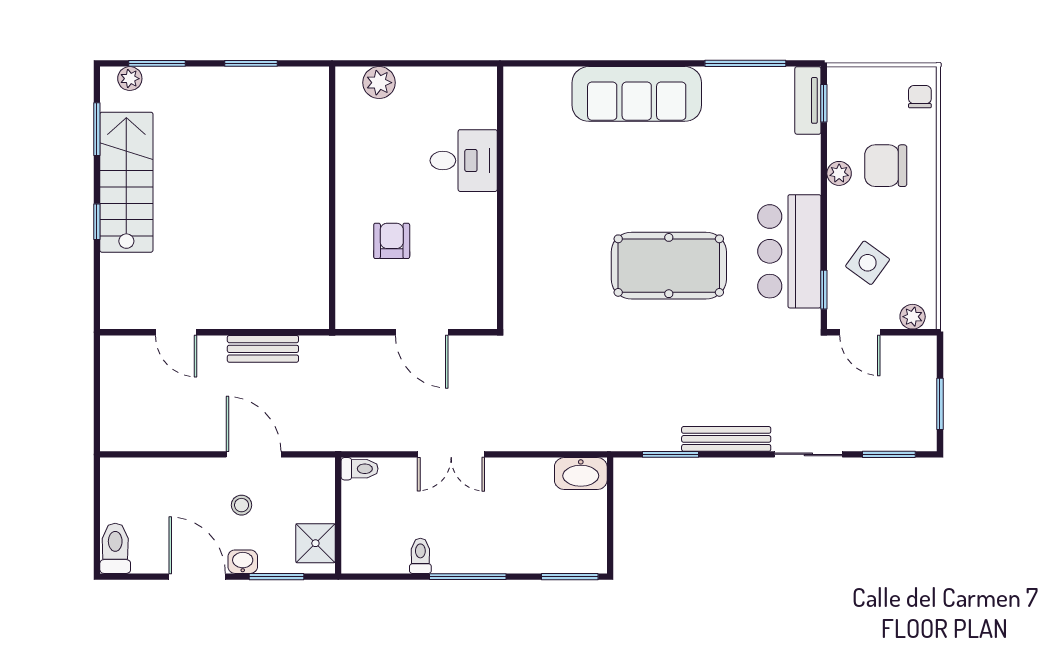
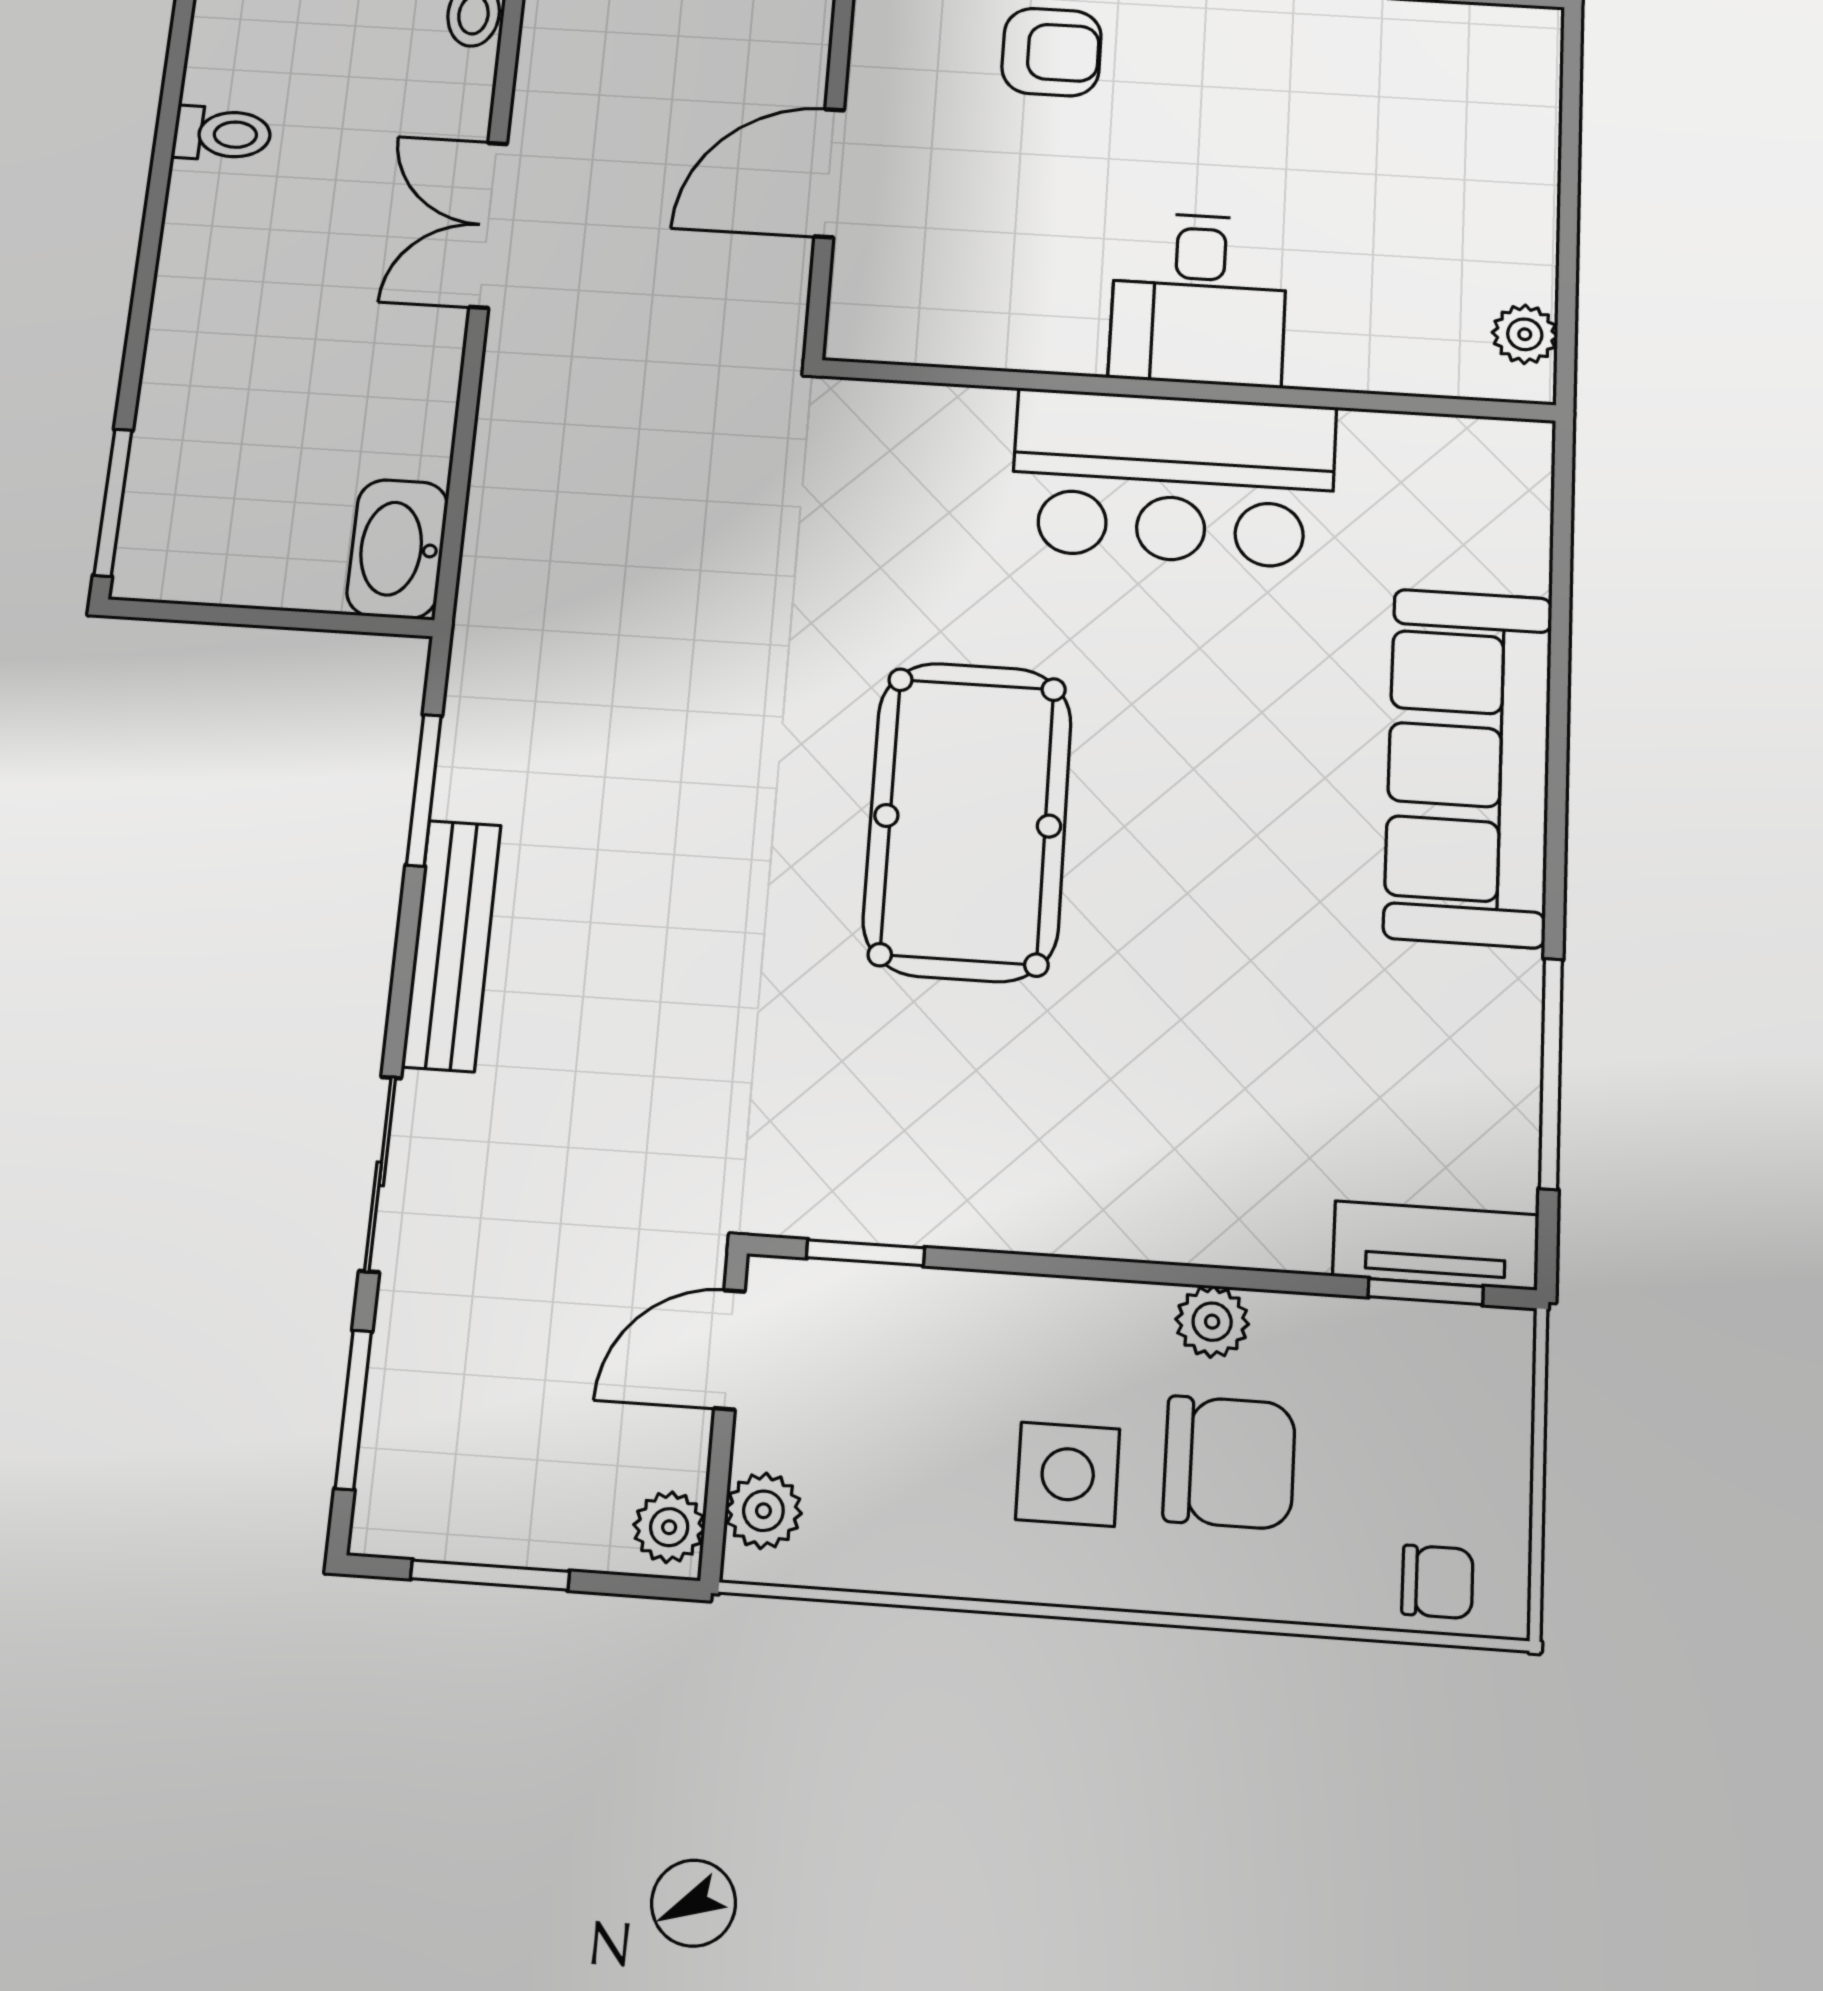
plant: (379, 83) -> (1525, 334), moved, width x0.73, depth x0.73
desk: (464, 161) -> (1199, 299), moved
chair: (886, 166) -> (1229, 1463), turned 90
armchair: (392, 241) -> (1052, 52), moved
bar counter: (789, 251) -> (1173, 478), moved, turned 180
side table: (868, 263) -> (1068, 1474), moved, turned -36
plant: (920, 347) -> (669, 1527), added
window: (468, 577) -> (150, 246), removed

